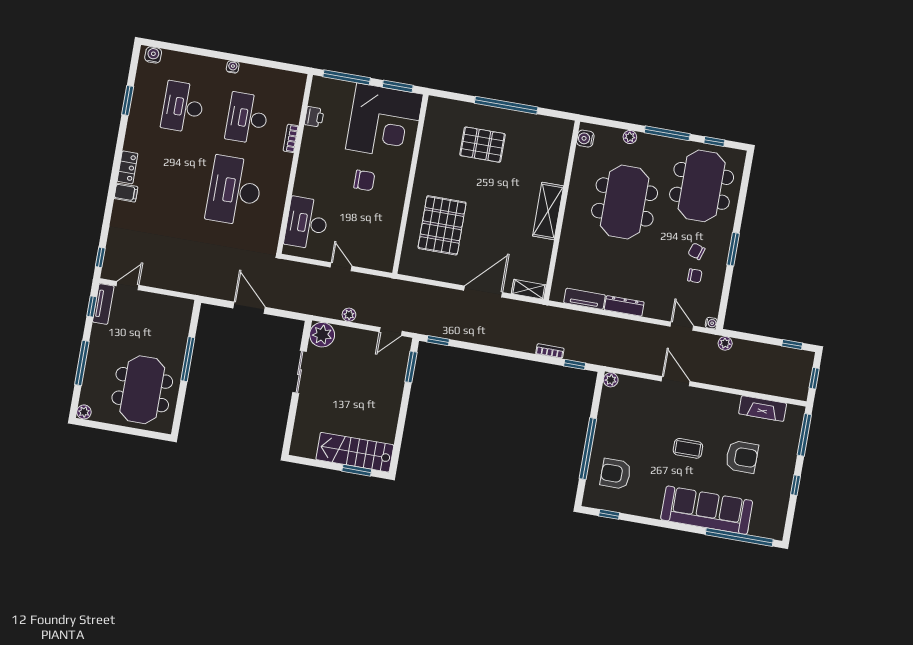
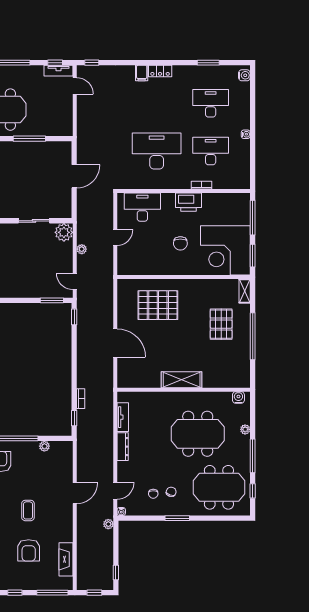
printer: (314, 117) -> (189, 202), moved, width x1.87, depth x1.48
shelving: (529, 289) -> (245, 291), moved
plant: (611, 380) -> (44, 446), moved

